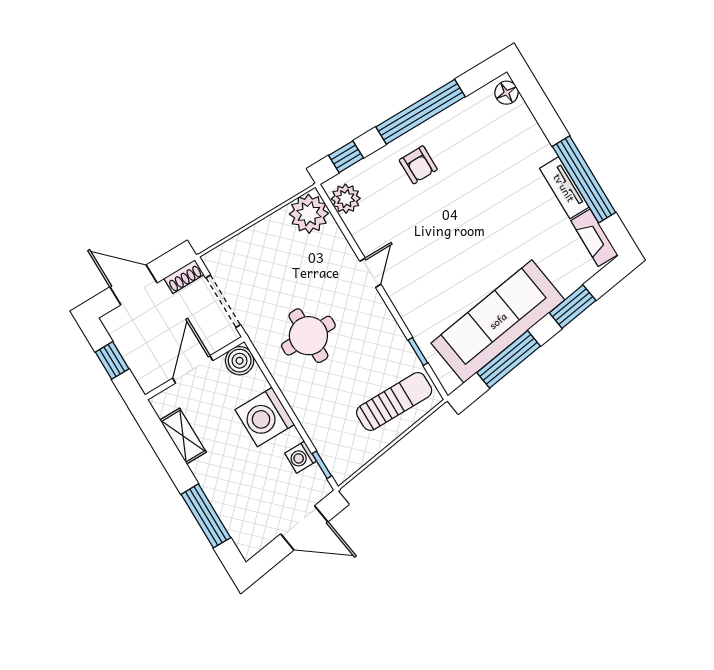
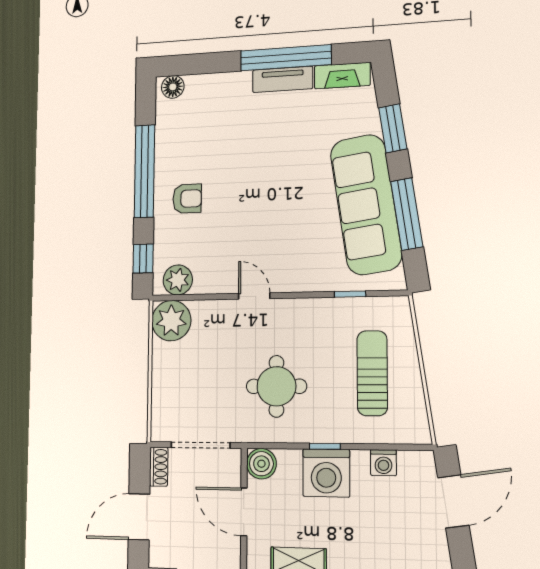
sun lounger: (394, 401) -> (372, 373), moved
window: (322, 465) -> (325, 446), moved

